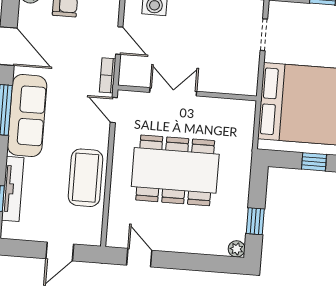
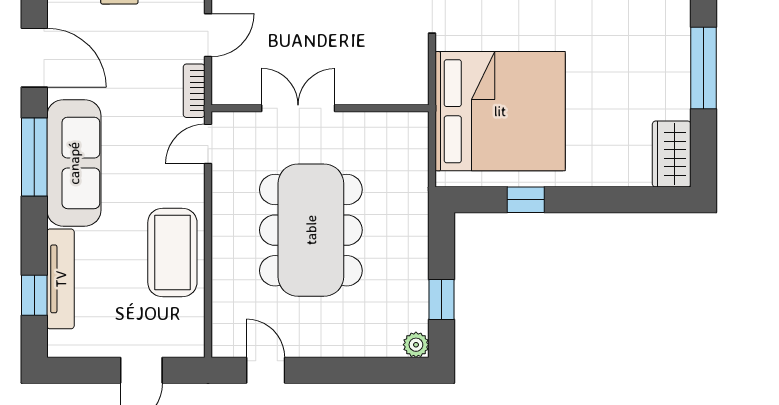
door: (119, 41) -> (208, 35), hinge flipped
door: (114, 110) -> (208, 144), hinge flipped
dining table: (175, 170) -> (311, 230), turned 90

